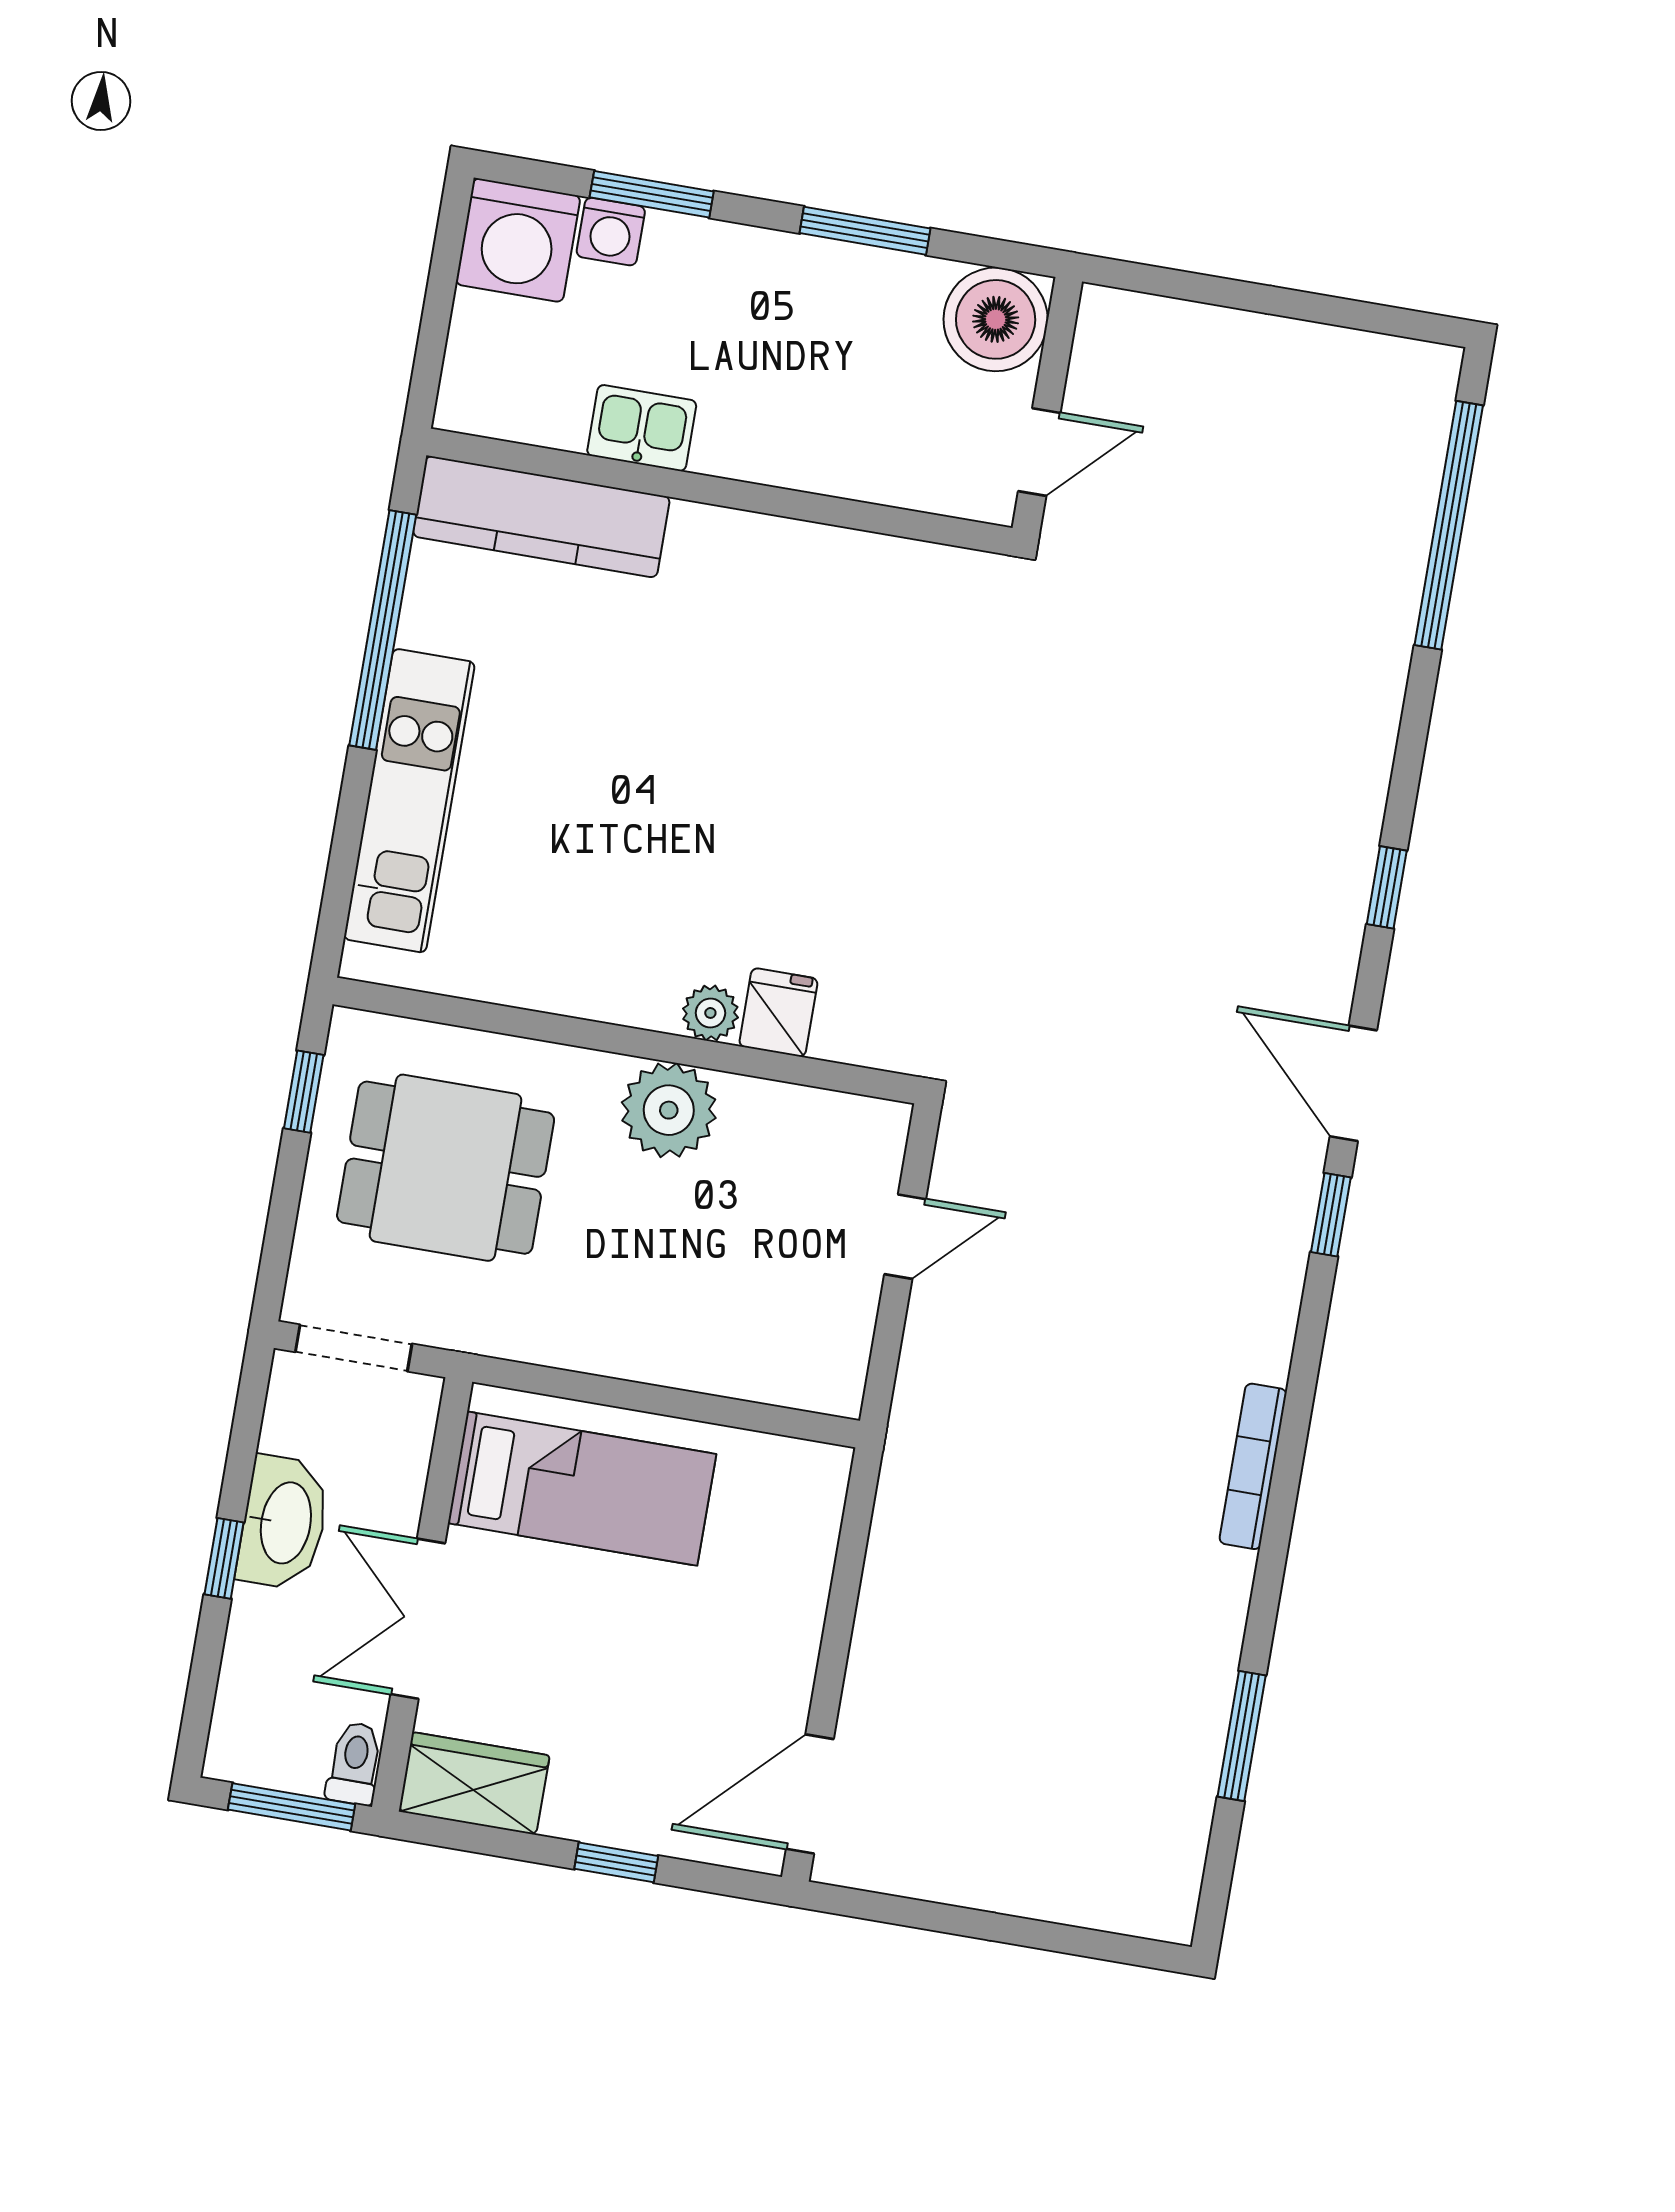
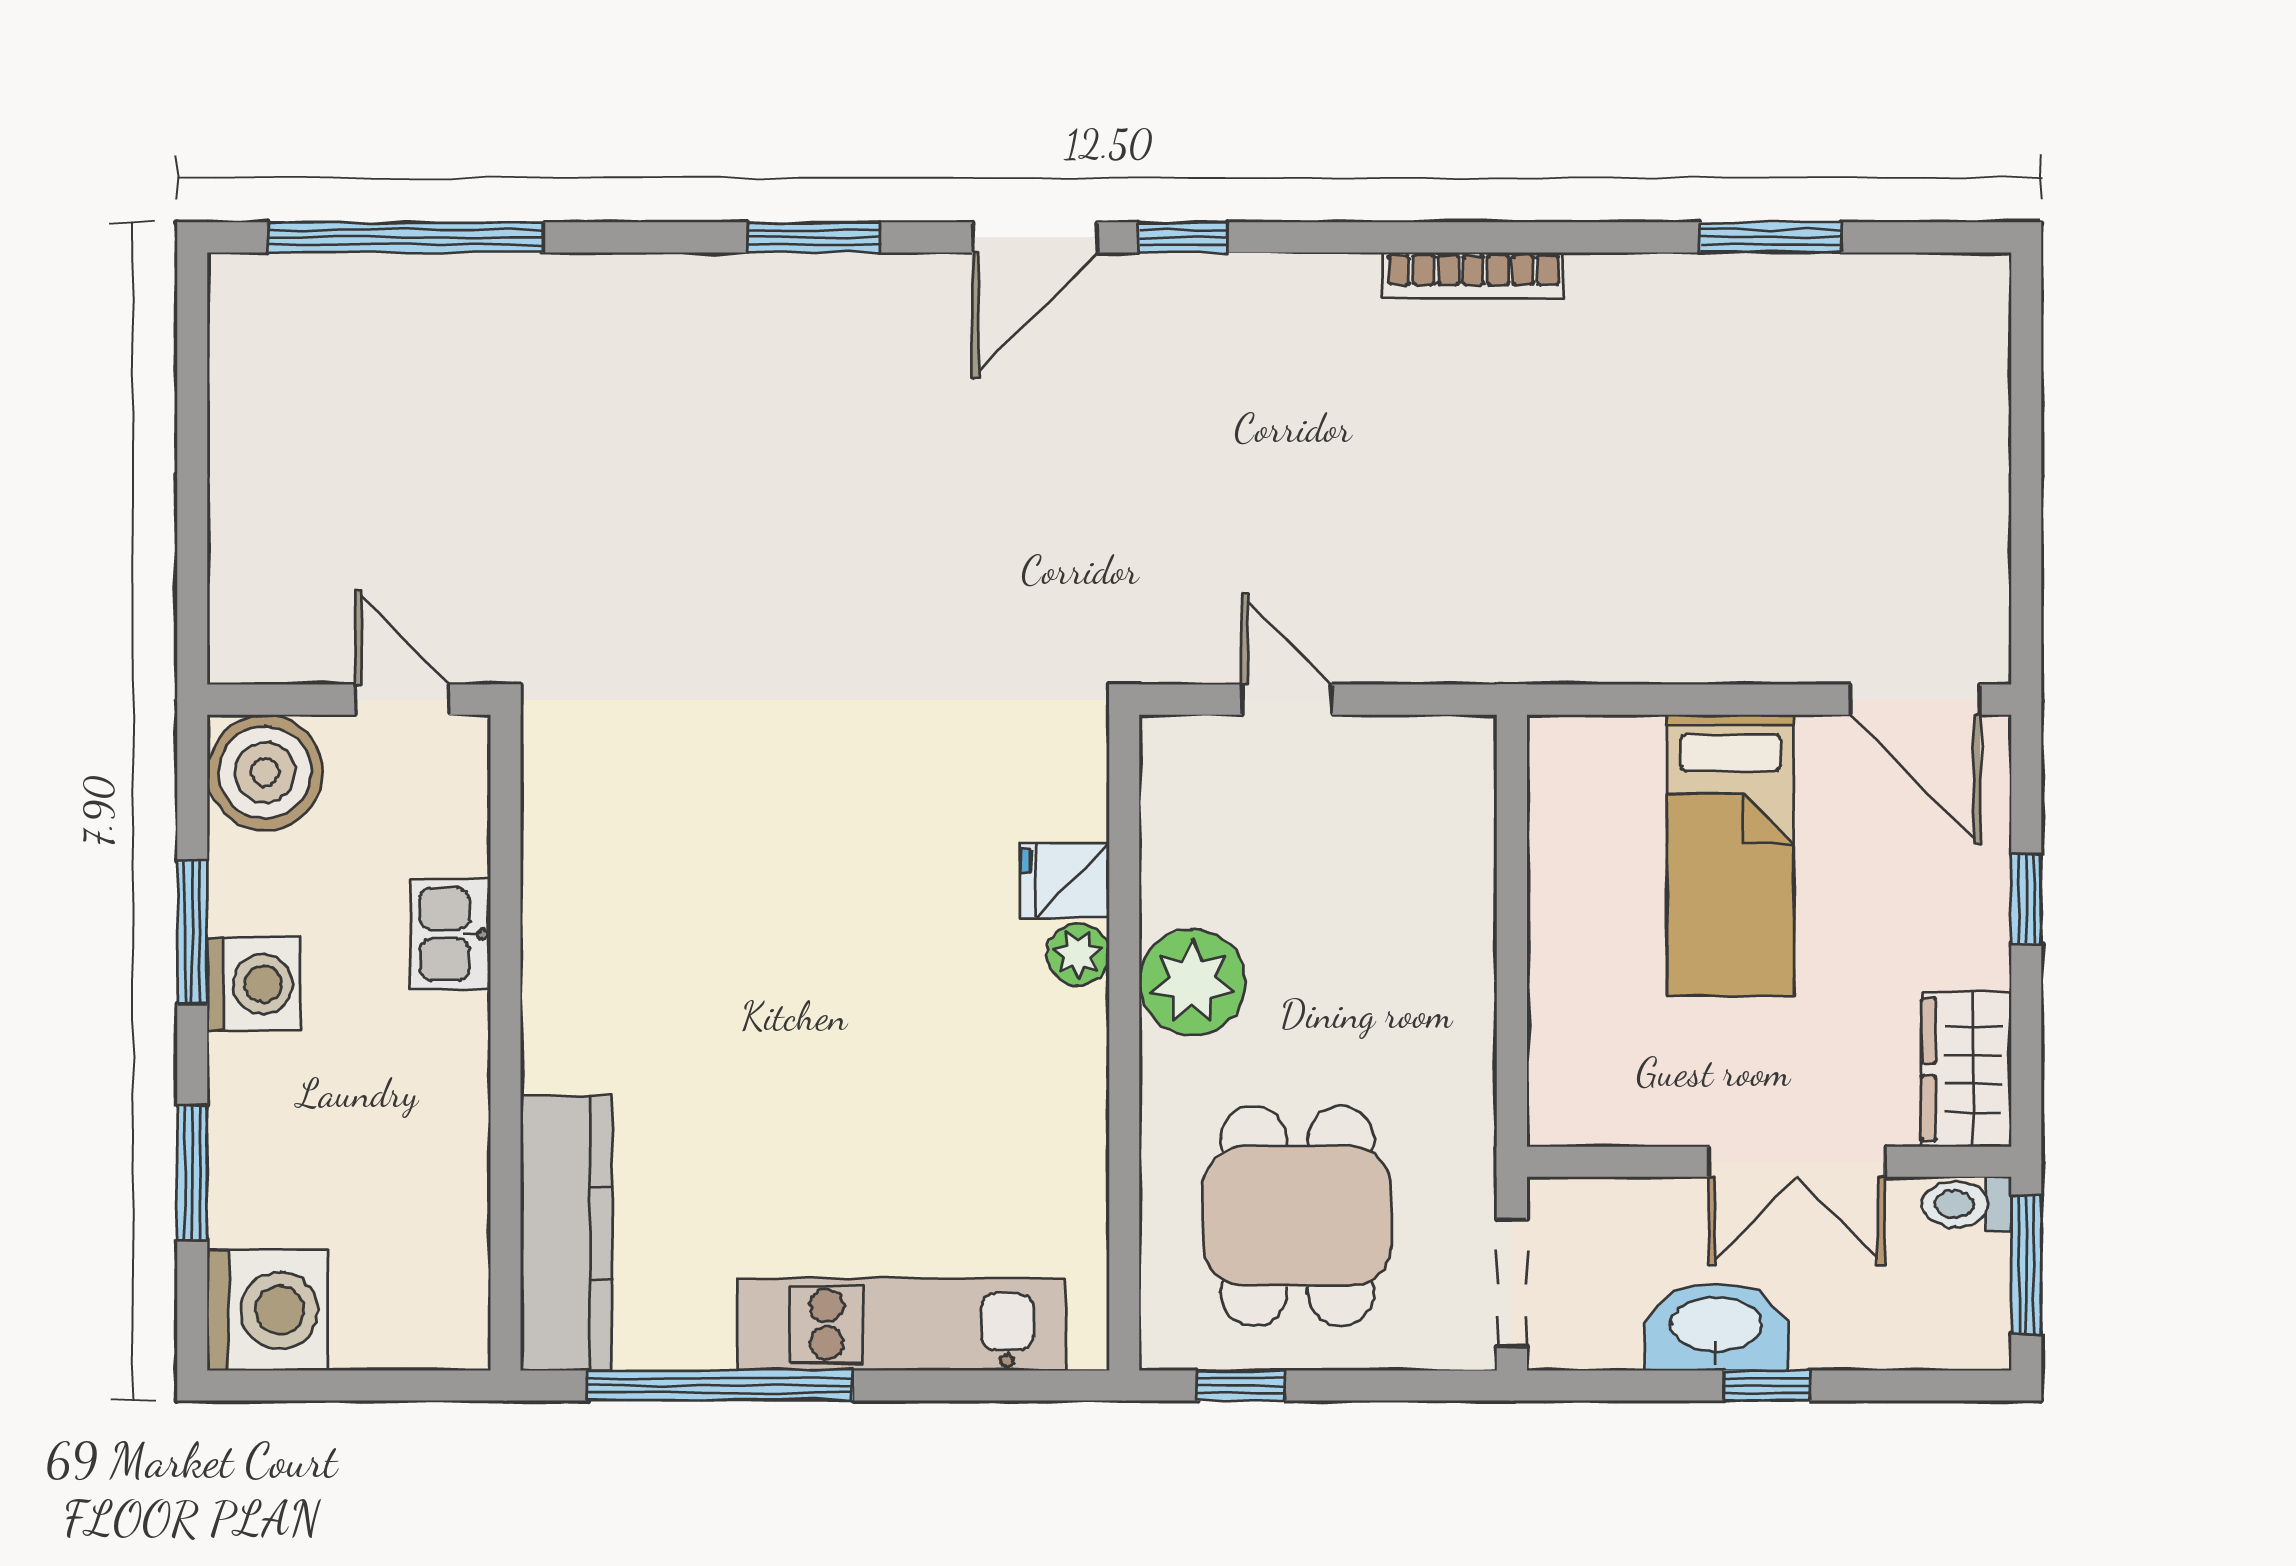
washing machine: (611, 232) -> (254, 984), moved, width x1.38, depth x1.38
kitchen sink: (642, 428) -> (450, 934), moved
window: (1387, 887) -> (814, 237), width x1.50
bed: (582, 1489) -> (1731, 855), moved, turned 180

